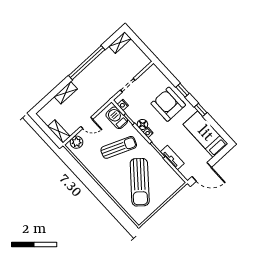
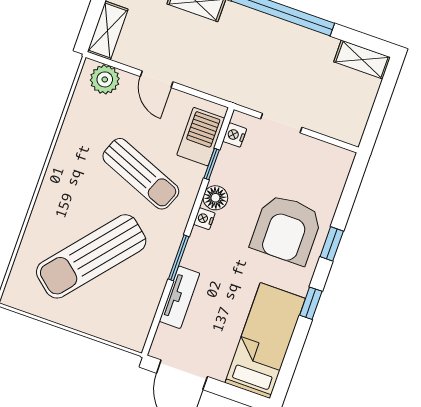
armchair: (168, 104) -> (286, 229), turned 180

